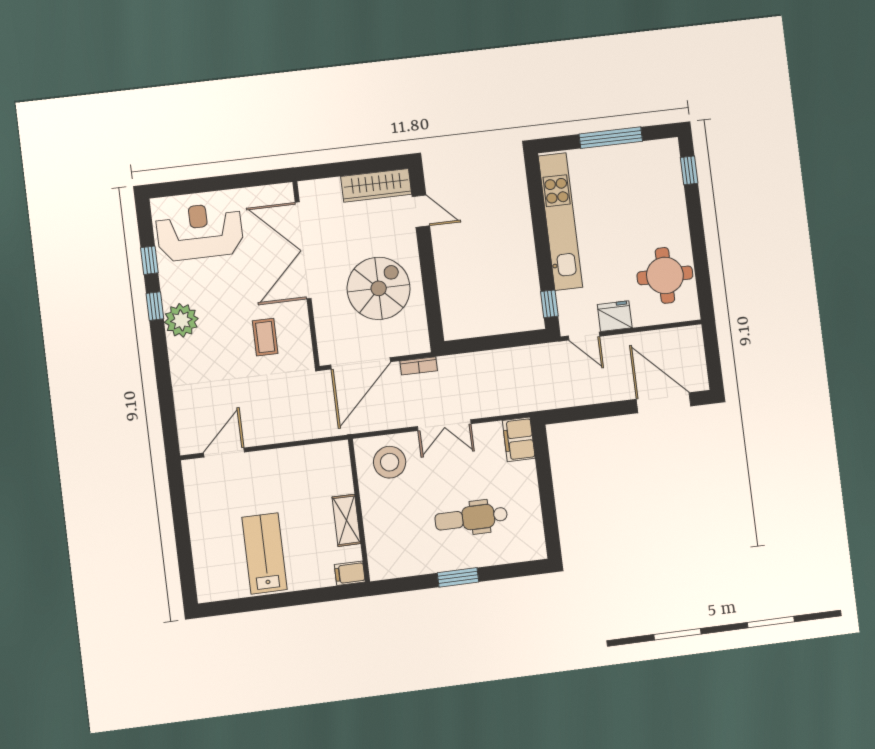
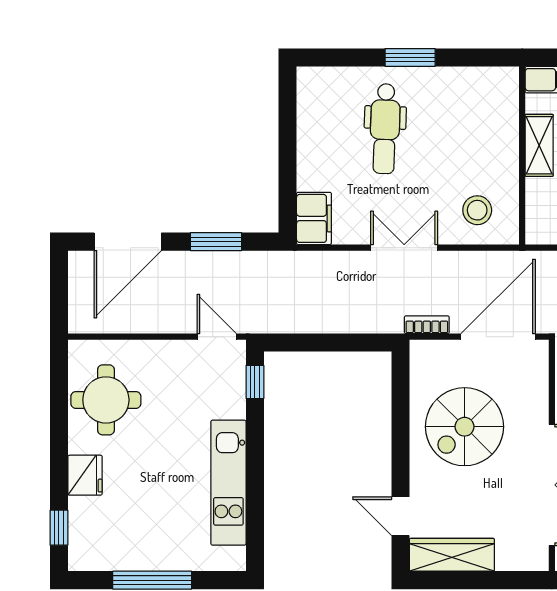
kitchen unit: (560, 222) -> (228, 483), width x0.73
fridge: (615, 316) -> (85, 475), moved, turned -90
door: (663, 403) -> (128, 242), hinge flipped
window: (594, 411) -> (216, 242), added
stool: (390, 462) -> (477, 210), width x0.73, depth x0.73
dental chair: (471, 518) -> (385, 129), turned 92

